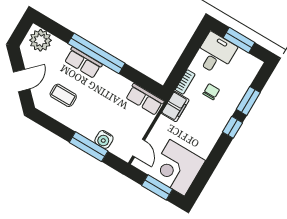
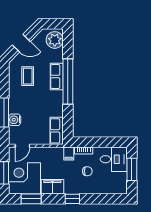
window: (248, 101) -> (31, 199), moved
filing cabinet: (175, 107) -> (69, 153), width x0.50
filing cabinet: (205, 142) -> (52, 187), added

